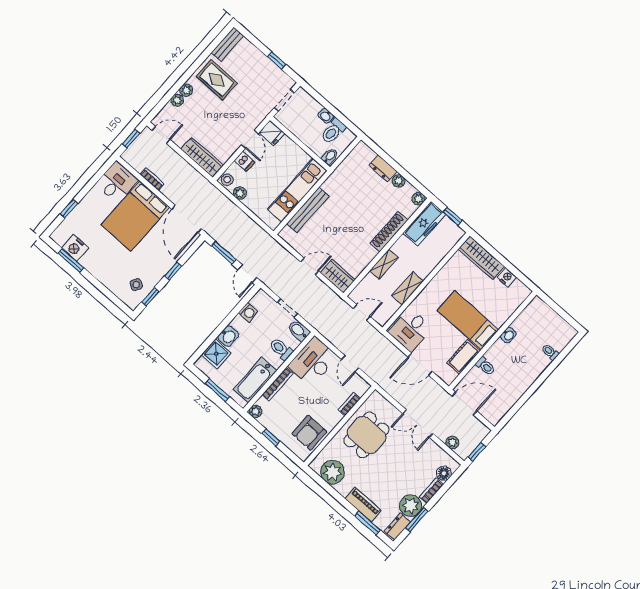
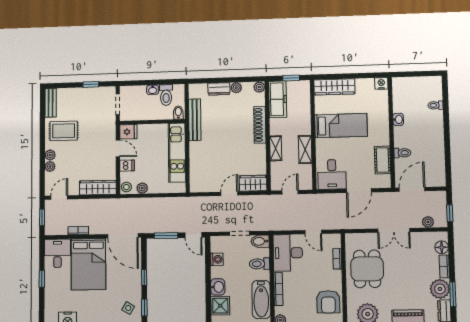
window: (69, 209) -> (42, 279), moved
bench: (308, 210) -> (195, 120), moved
nightstand: (507, 277) -> (381, 83), moved
bed: (468, 320) -> (341, 126), moved, turned 180

